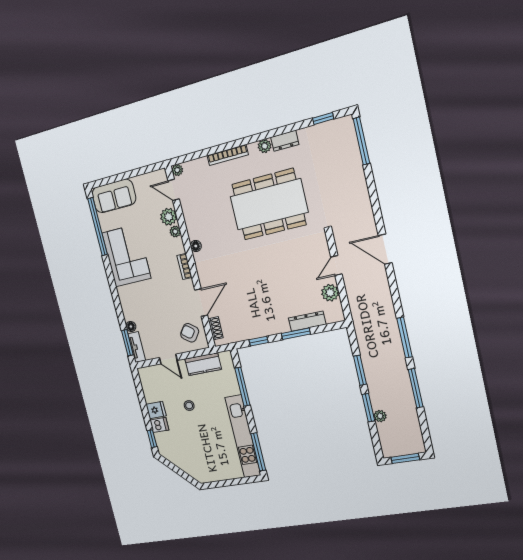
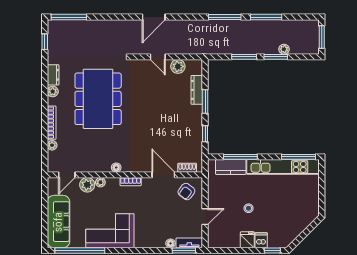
plant: (177, 170) -> (52, 145), moved
sofa: (114, 196) -> (58, 222), width x1.36
kitchen counter: (203, 364) -> (231, 167), moved, turned 90

